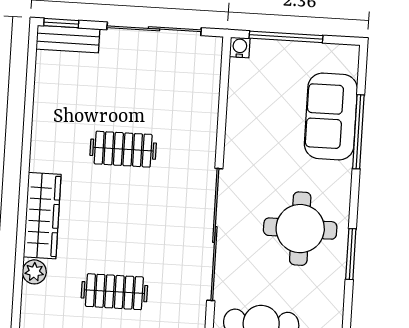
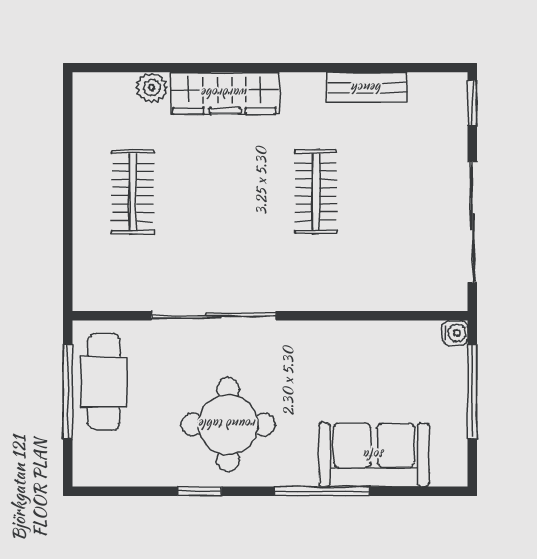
bench: (68, 39) -> (367, 88), moved, turned 90
window: (358, 132) -> (322, 491), moved
sliding door: (215, 234) -> (214, 316), width x0.73
window: (351, 254) -> (199, 491), width x0.67

